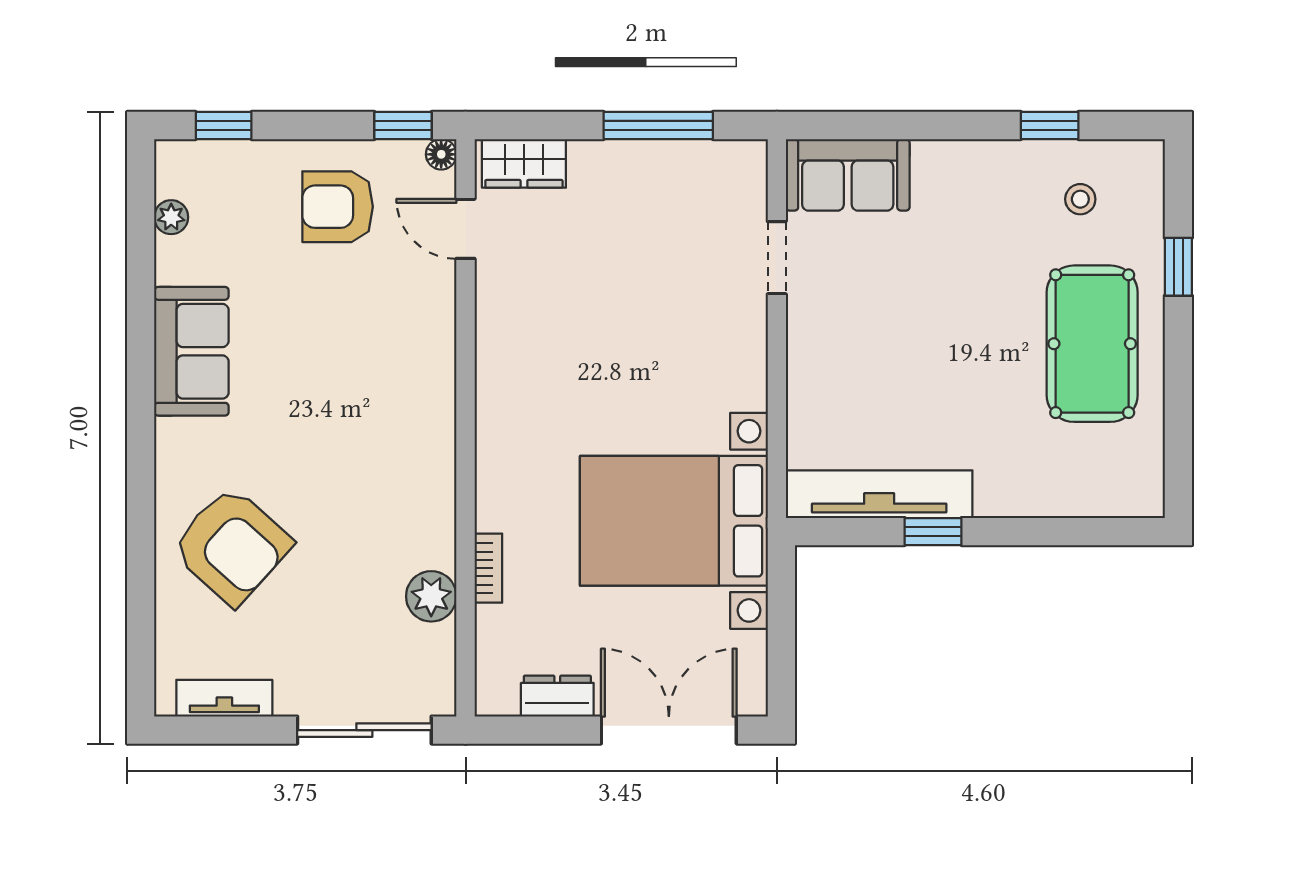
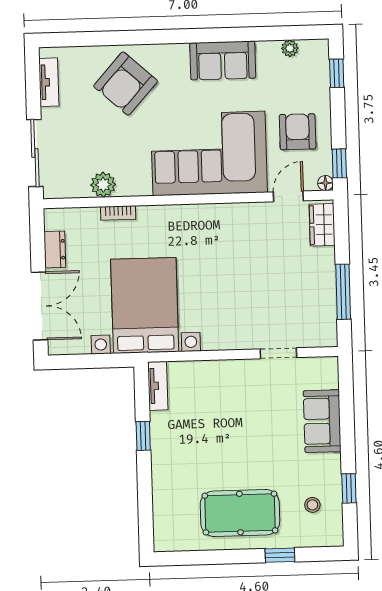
sofa: (848, 175) -> (322, 421), moved
corner sofa: (375, 384) -> (209, 153), added
tv unit: (879, 494) -> (158, 386), width x0.52, depth x0.78

